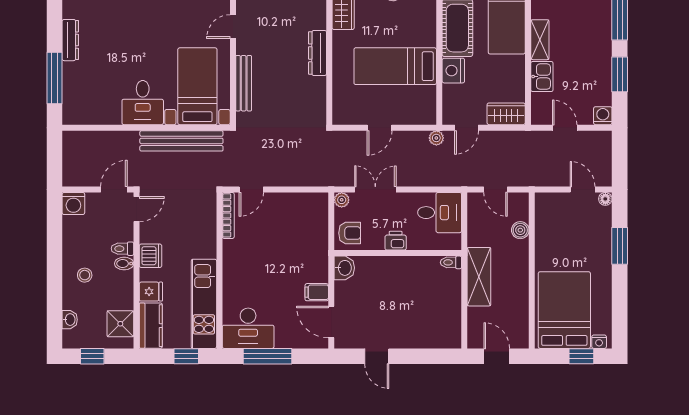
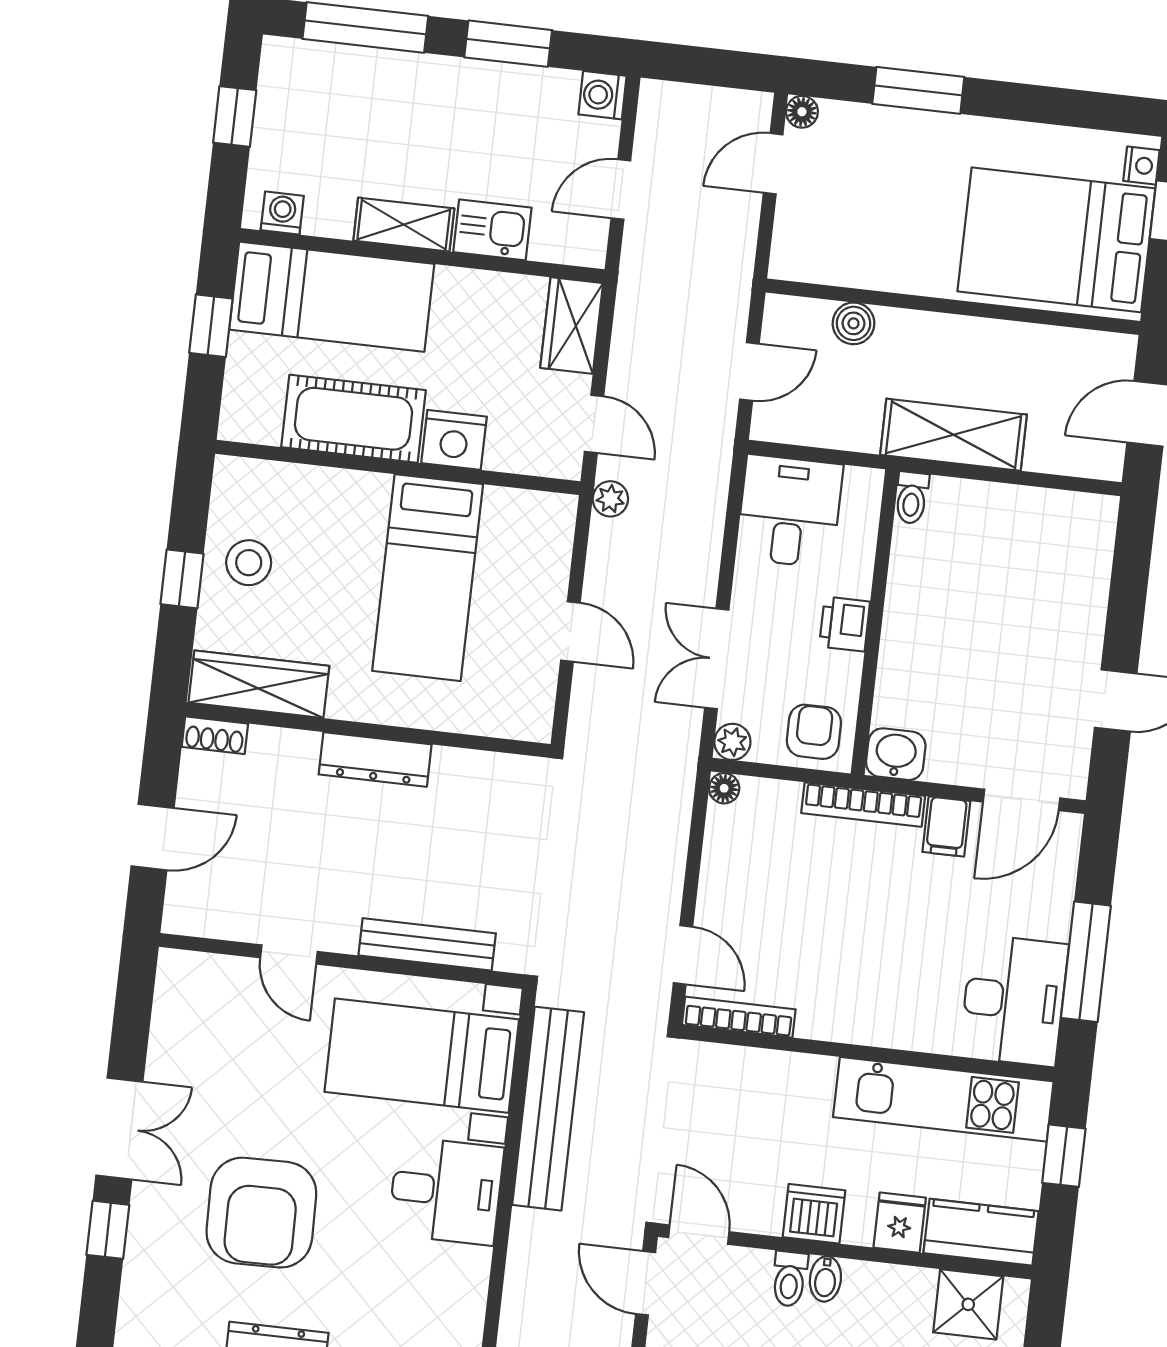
armchair: (125, 27) -> (261, 1213), added
floor lamp: (322, 199) -> (724, 788), added
bookcase: (322, 257) -> (863, 805), added

